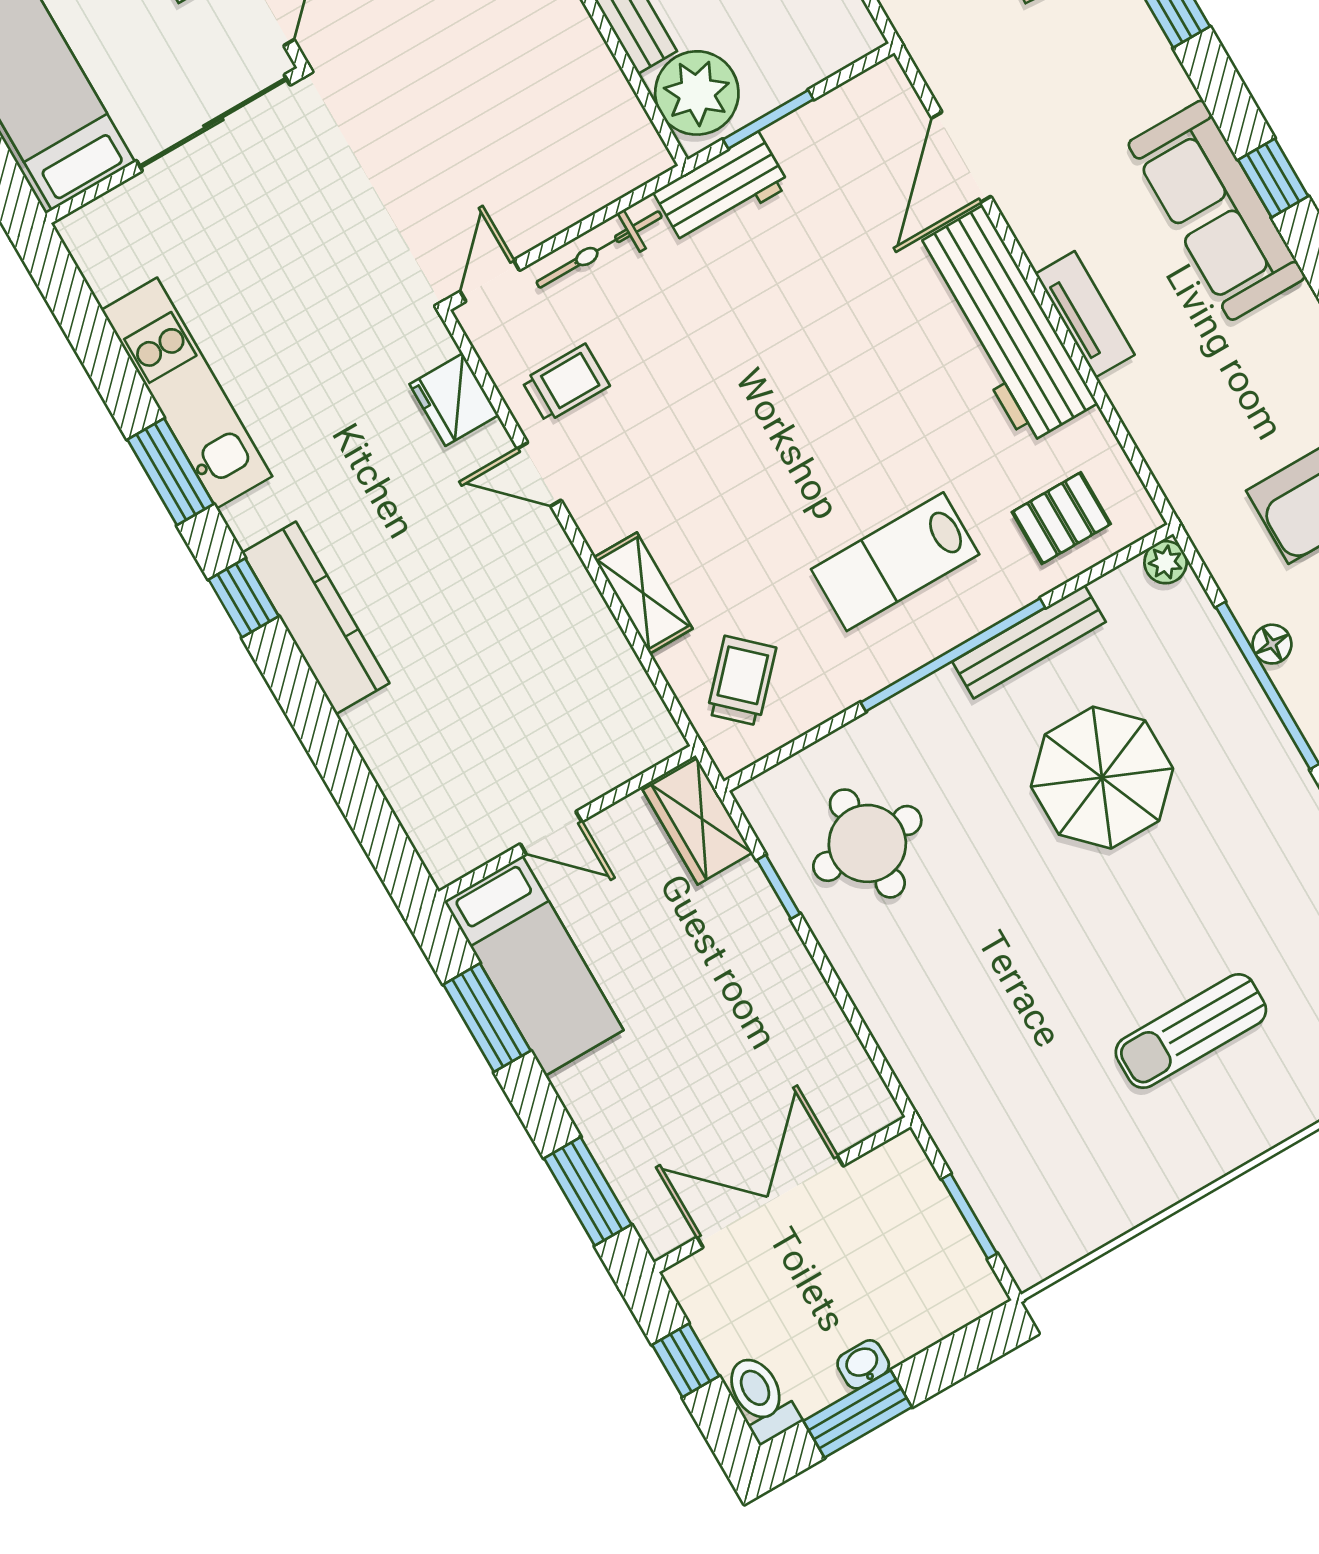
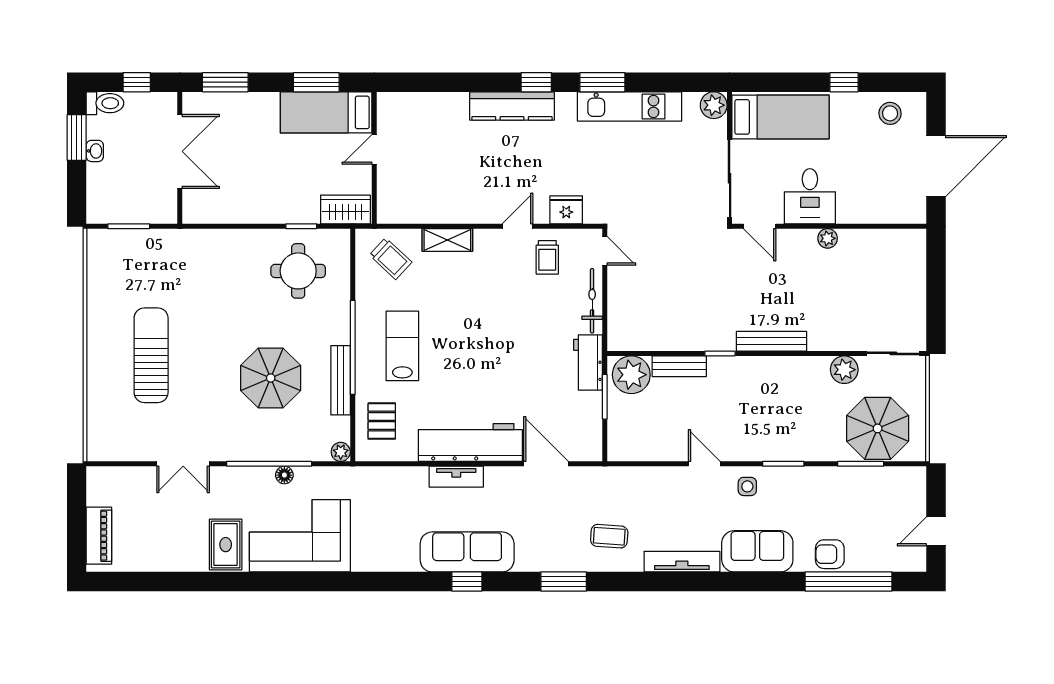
plant: (91, 234) -> (714, 105), added
sun lounger: (1191, 1031) -> (151, 355), width x1.36, depth x1.34

